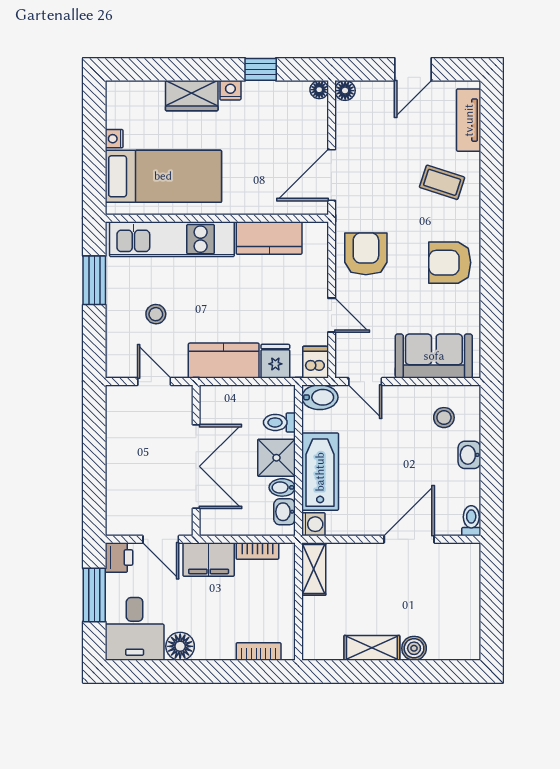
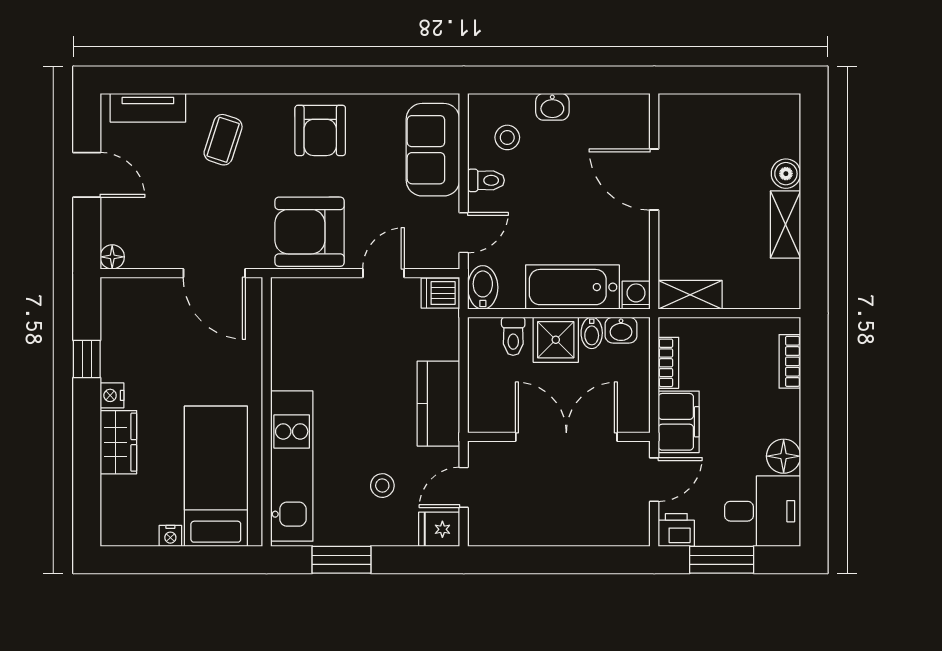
floor lamp: (319, 90) -> (111, 288), removed
kitchen counter: (269, 238) -> (290, 349), removed
armchair: (366, 254) -> (310, 232), width x1.36, depth x1.36
fridge: (275, 361) -> (439, 529), moved
toilet: (471, 521) -> (486, 180), moved, turned 180

